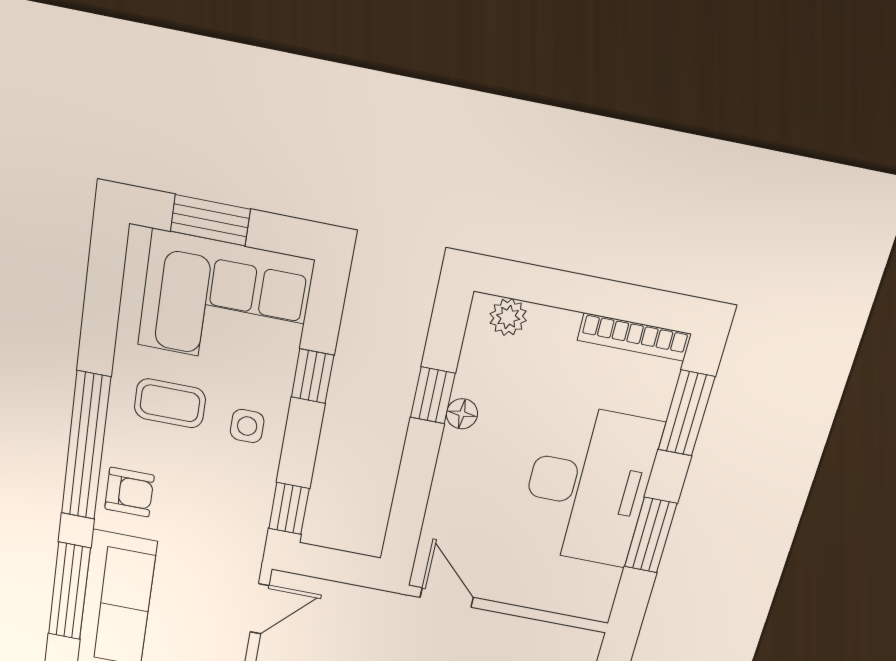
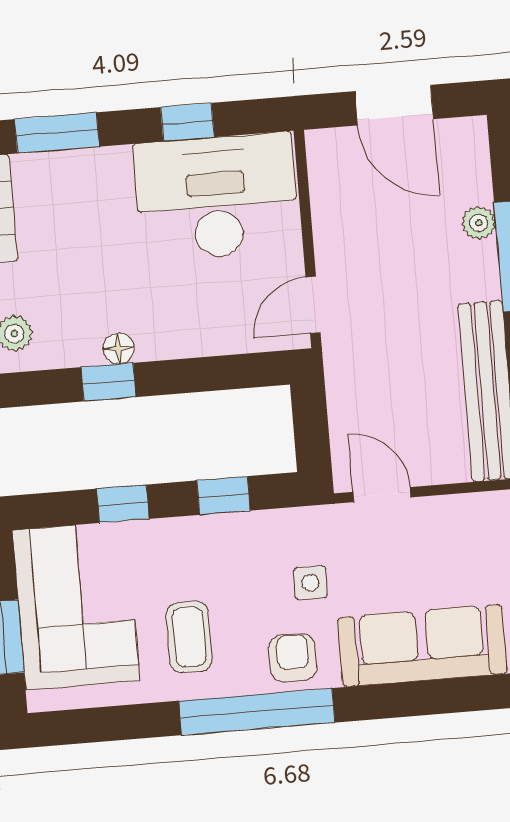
side table: (247, 426) -> (311, 583), moved
desk: (588, 486) -> (216, 197), moved
window: (289, 508) -> (224, 495), moved
window: (651, 535) -> (187, 122), width x0.67
window: (69, 591) -> (420, 698), removed

